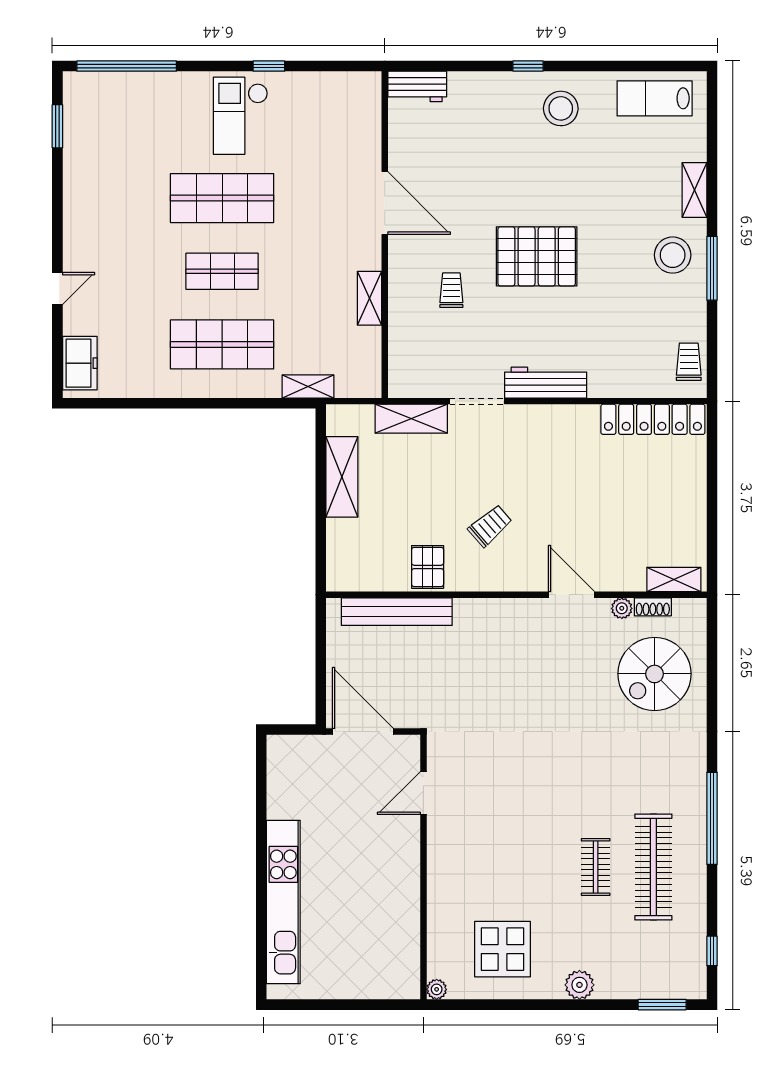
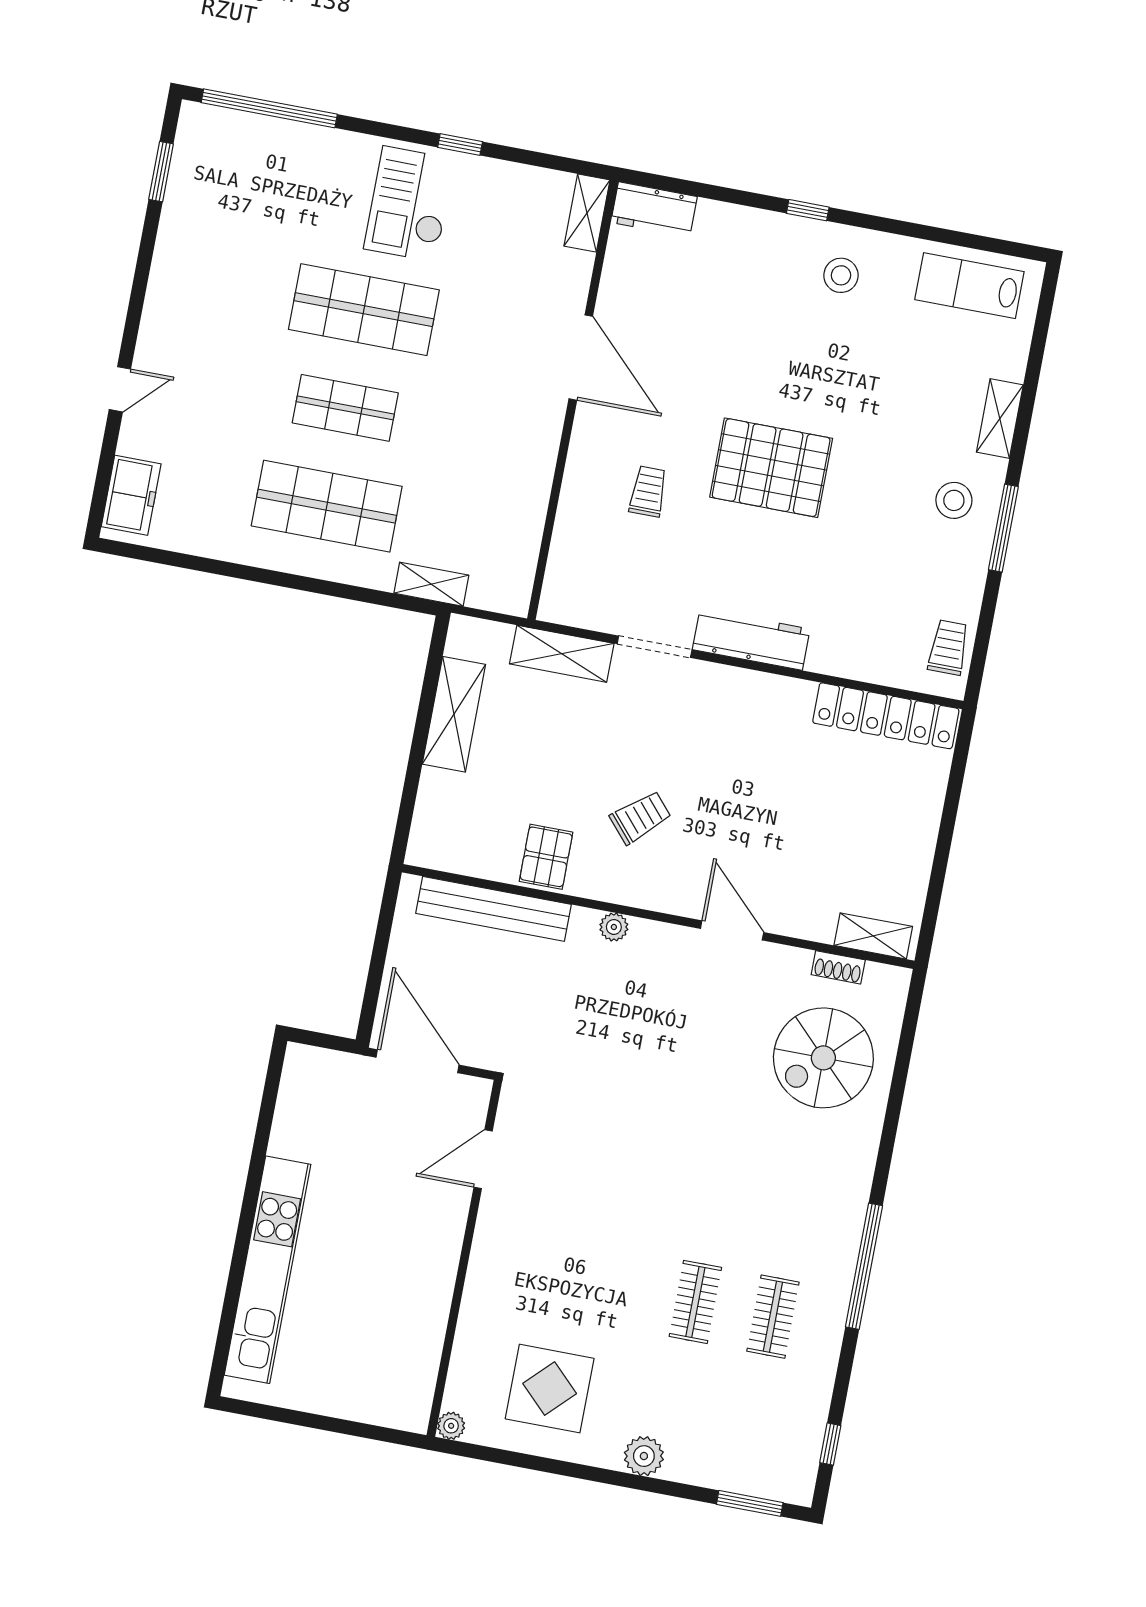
stool: (561, 108) -> (841, 275), width x0.73, depth x0.73
stool: (673, 255) -> (954, 500), width x0.73, depth x0.73
shelving: (369, 298) -> (587, 213), moved
plant: (622, 608) -> (614, 927), moved
clothes rail: (653, 867) -> (773, 1317), width x0.54, depth x0.76

